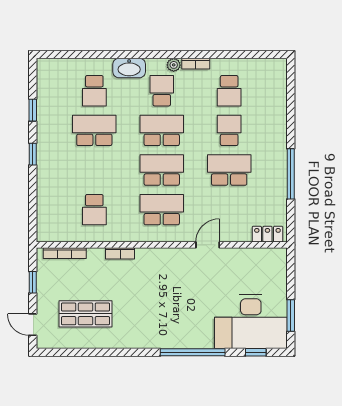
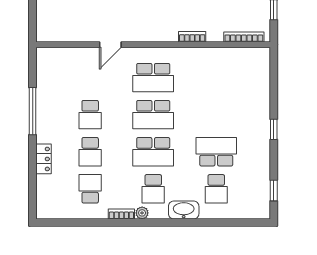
school desk: (94, 91) -> (216, 189), turned 180
window: (33, 110) -> (274, 190), moved
school desk: (94, 130) -> (216, 152), turned 180
school desk: (229, 170) -> (90, 115), width x0.54
school desk: (94, 210) -> (216, 78), removed
locker: (267, 234) -> (44, 159), moved, turned -90

